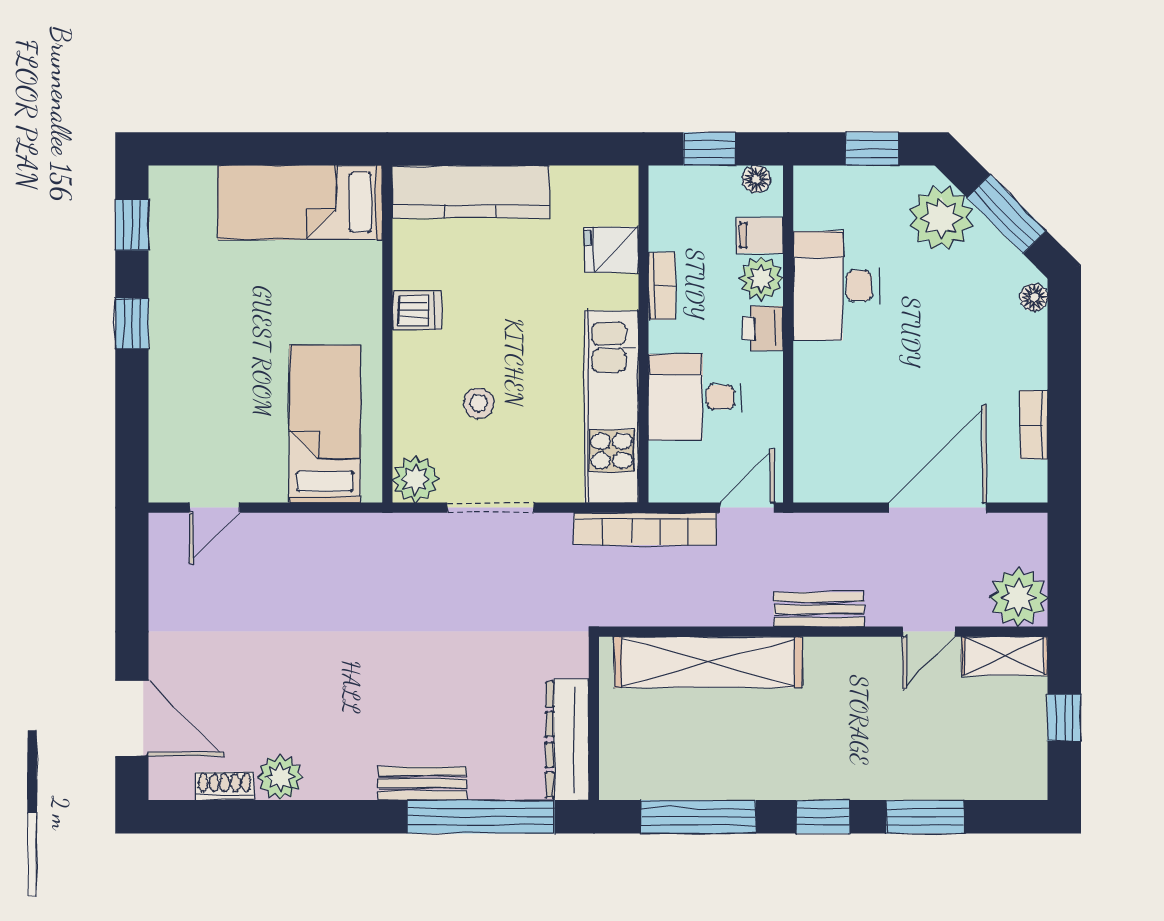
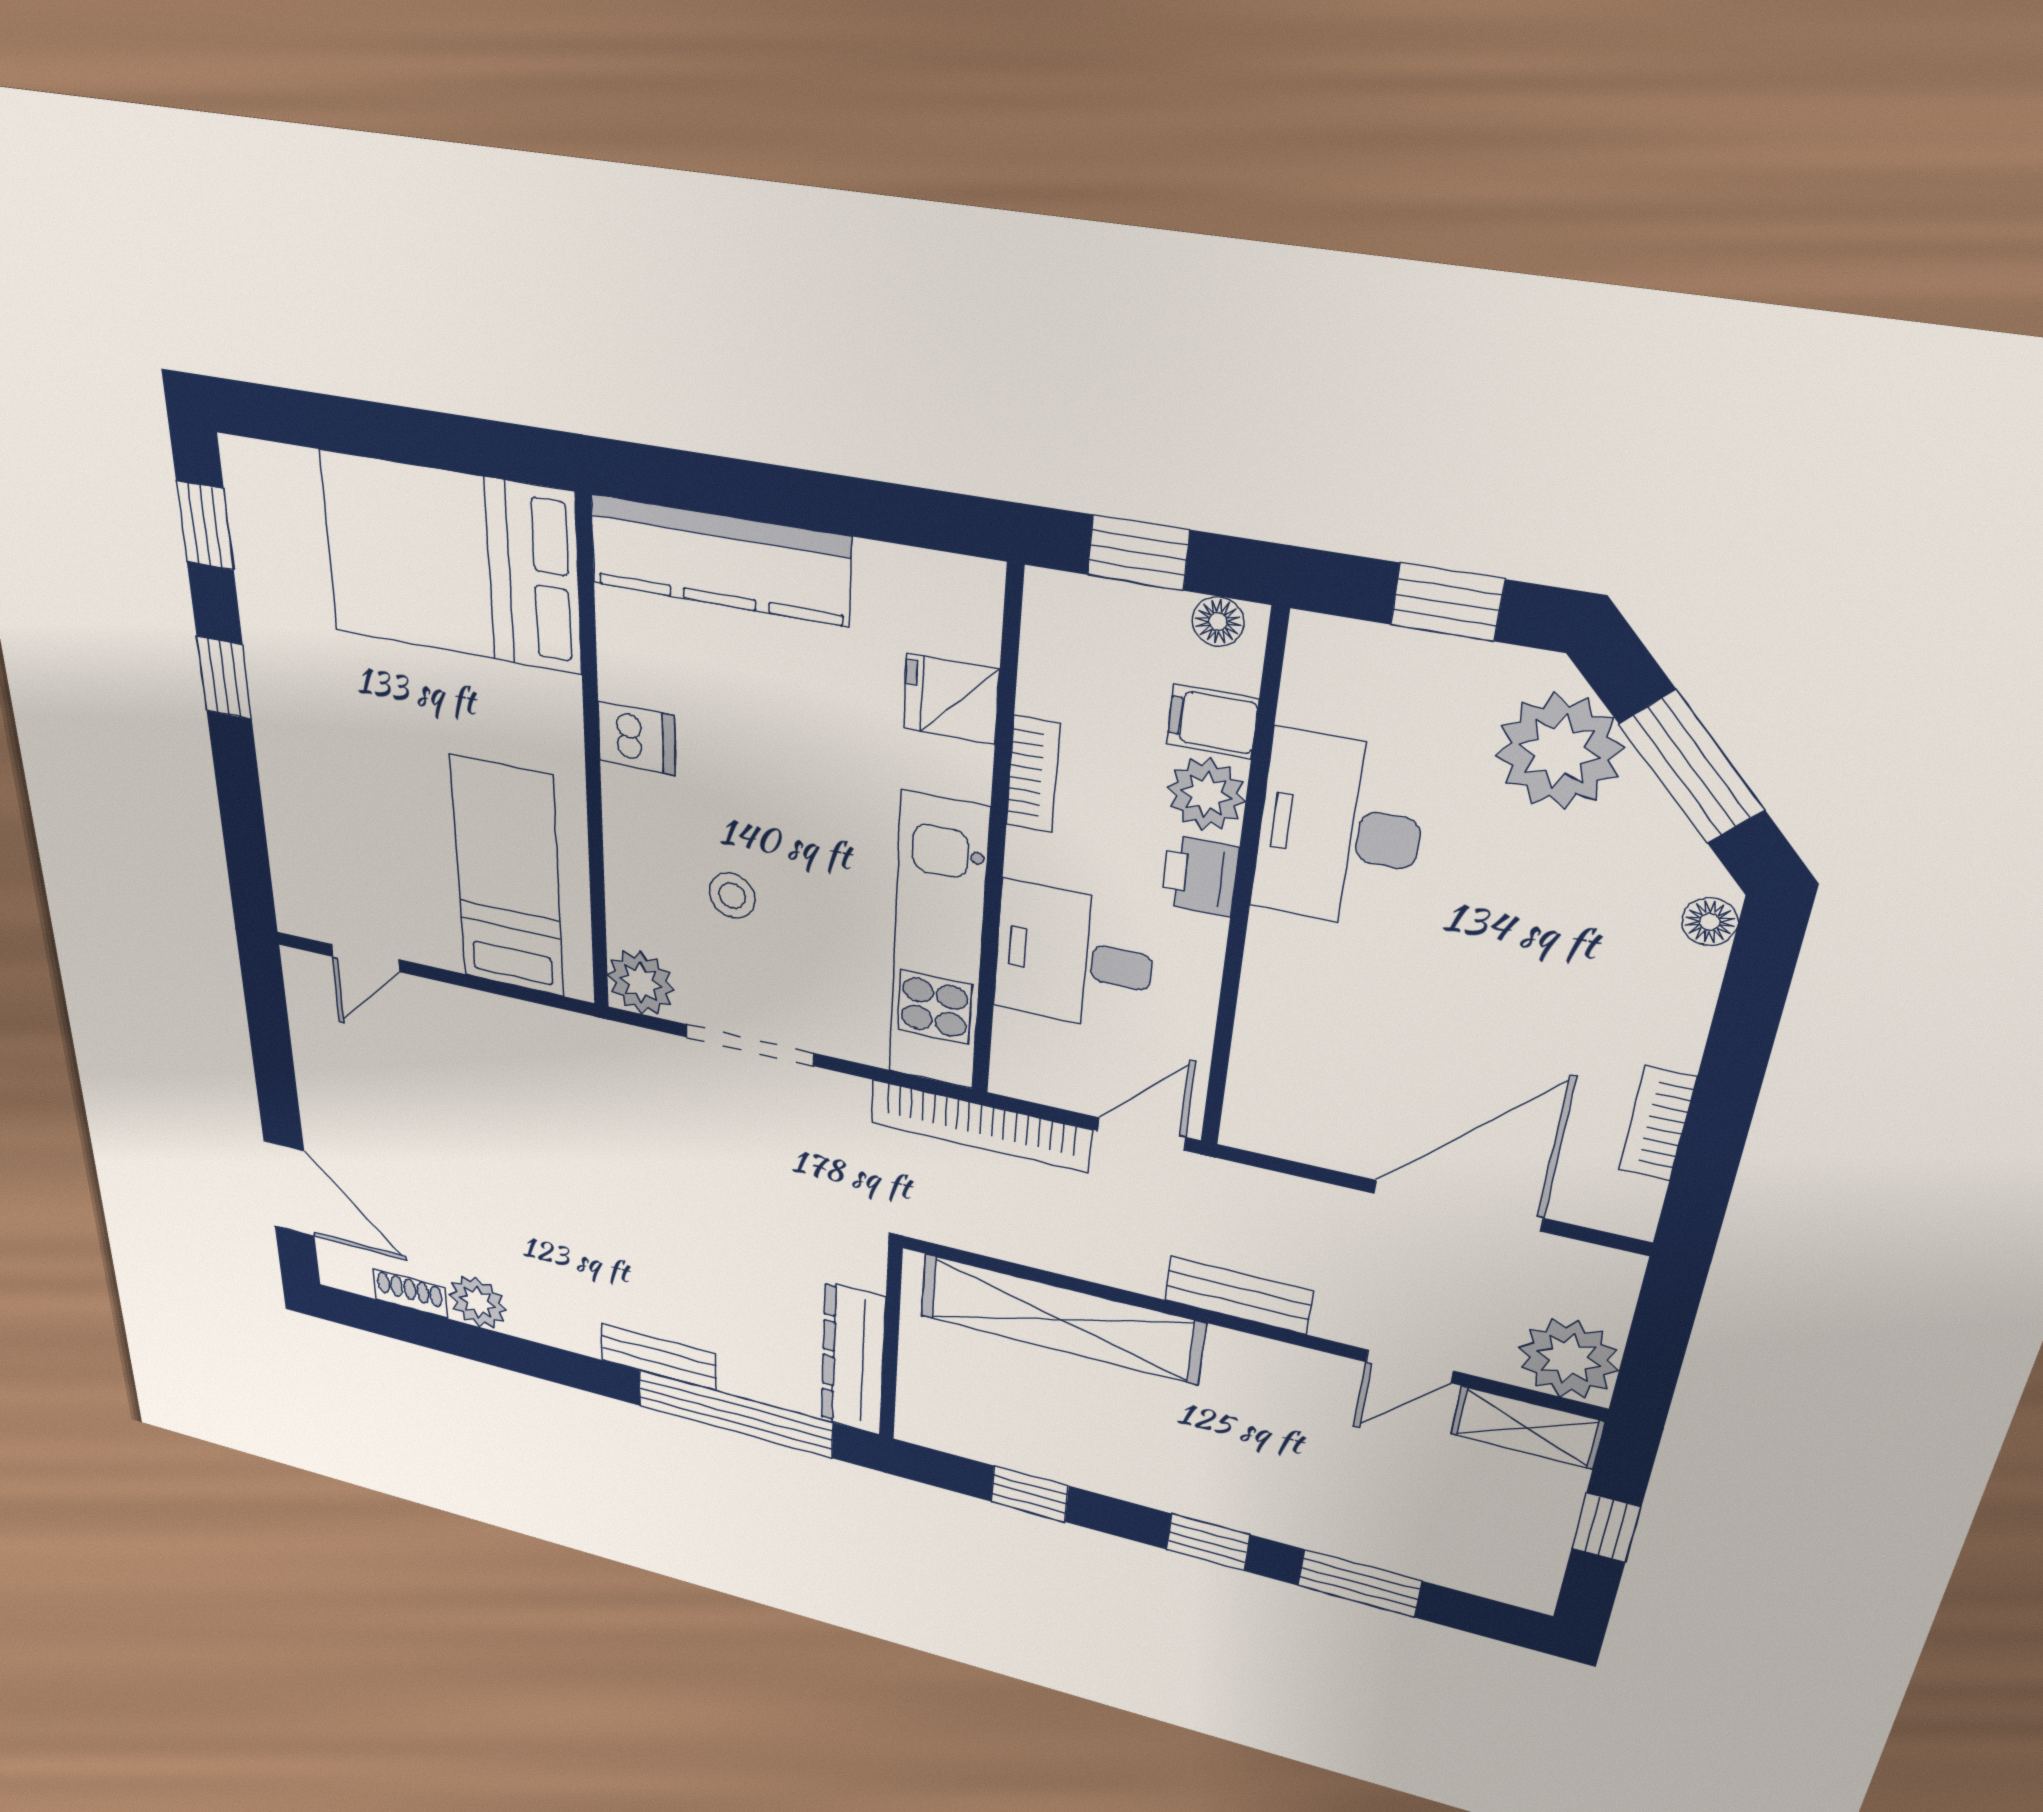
bed: (300, 202) -> (451, 563), width x1.50
window: (698, 817) -> (1030, 1494), width x0.46

